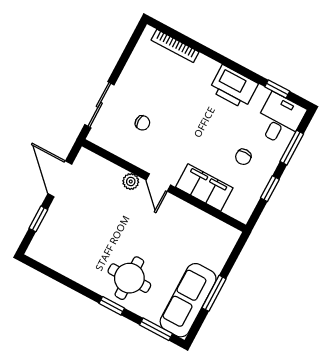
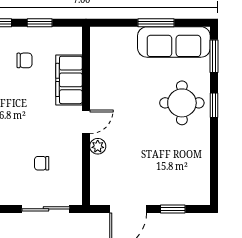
chair: (142, 123) -> (42, 163), turned -90

